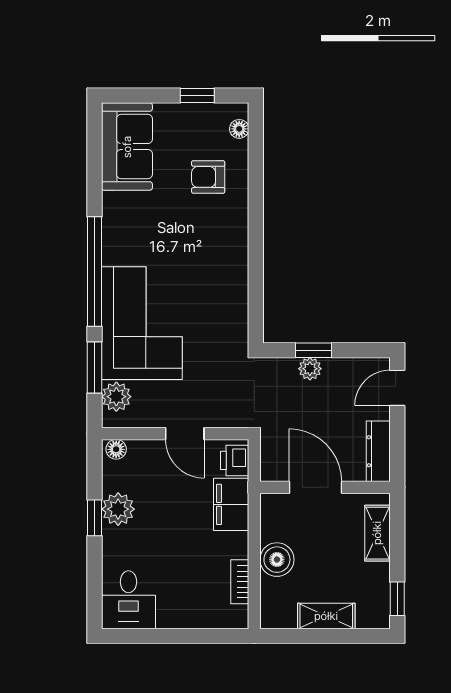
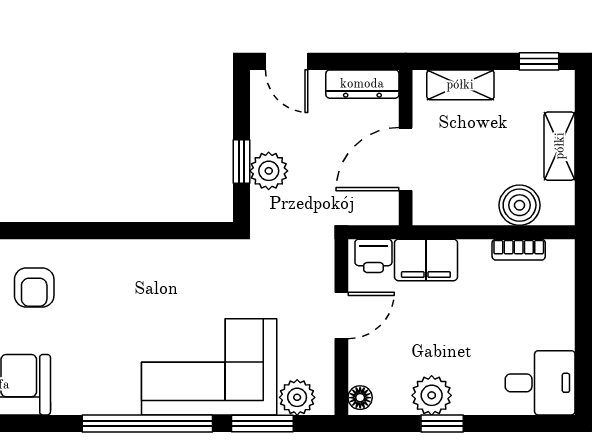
plant: (310, 369) -> (269, 171), width x1.38, depth x1.38
boiler: (277, 560) -> (520, 205), moved

